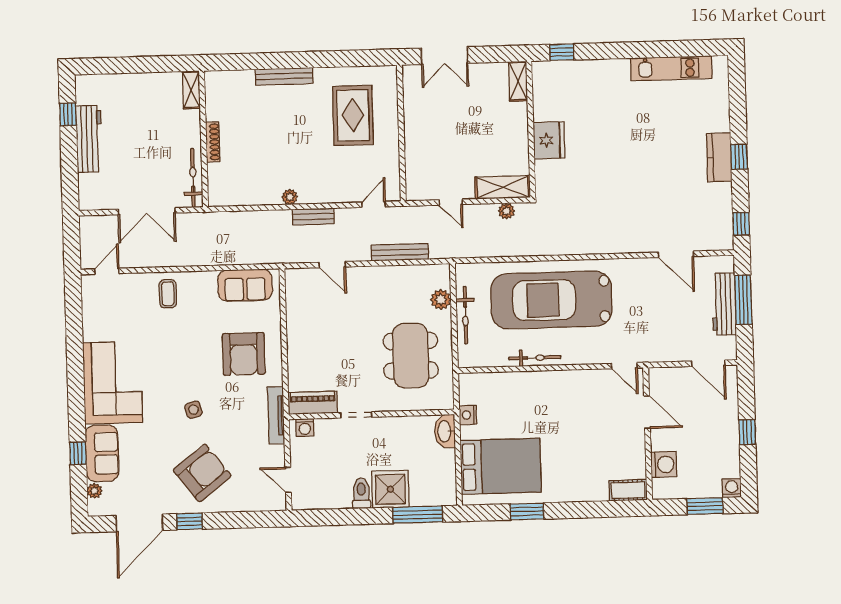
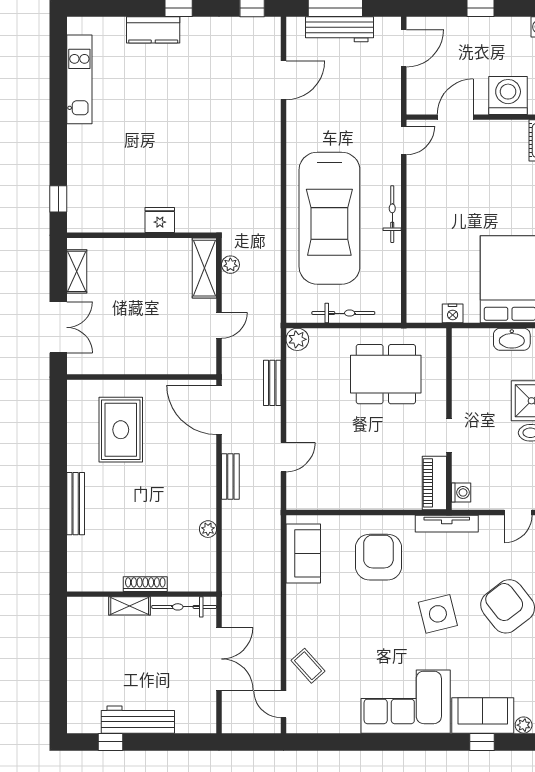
shelving: (518, 81) -> (77, 271), moved, turned 90
shelving: (191, 90) -> (130, 606), moved
rug: (353, 115) -> (121, 430), turned 90
fridge: (549, 140) -> (160, 220), width x0.73, depth x0.75
kitchen counter: (719, 157) -> (153, 30), moved
plant: (290, 197) -> (208, 529), moved
door: (374, 204) -> (219, 410), width x1.88
bench: (400, 252) -> (272, 383), width x0.73
coffee table: (168, 294) -> (308, 666), moved, turned 48
plant: (441, 299) -> (297, 339), moved
armchair: (244, 354) -> (378, 557), turned -90
bicycle: (535, 358) -> (392, 214), moved
side table: (193, 410) -> (438, 614), width x1.87, depth x1.87
washbasin: (445, 431) -> (512, 339), moved
washing machine: (664, 464) -> (508, 95), width x1.37, depth x1.37

